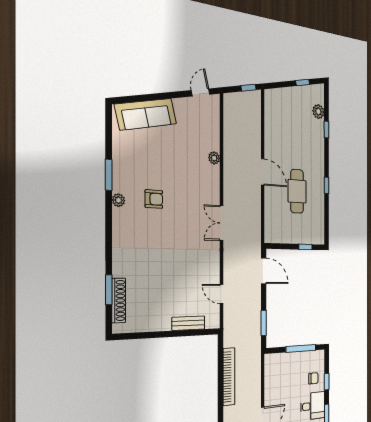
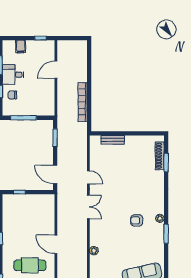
cafe table: (297, 191) -> (30, 265), moved, turned 90
door: (222, 294) -> (88, 177), moved

